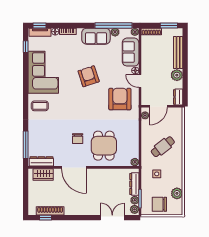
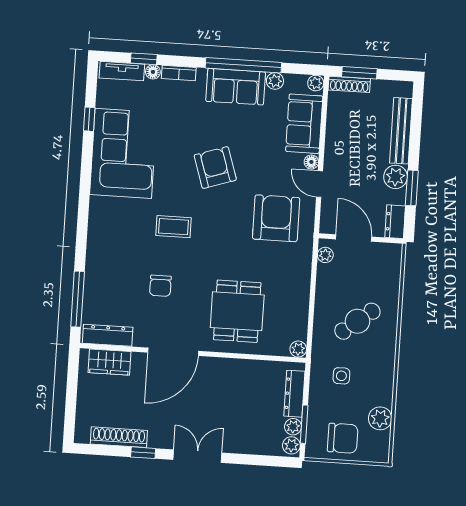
window: (39, 25) -> (144, 59), moved
window: (114, 25) -> (243, 65), moved
window: (169, 25) -> (359, 73), moved
window: (26, 47) -> (89, 119), moved
window: (185, 80) -> (412, 188), added
coffee table: (40, 106) -> (174, 227), moved
door: (158, 106) -> (354, 238), swing flipped
chair: (78, 139) -> (160, 286), moved
door: (74, 167) -> (173, 352), hinge flipped
chair: (159, 204) -> (343, 438), turned 180
window: (46, 218) -> (143, 453), moved
double door: (112, 218) -> (197, 456), moved

